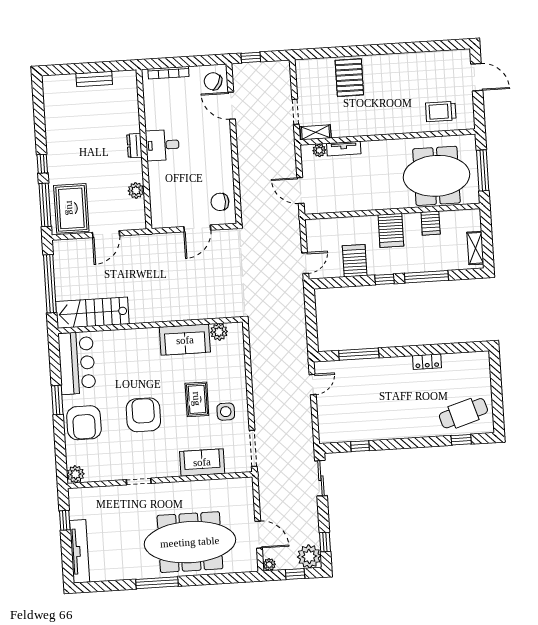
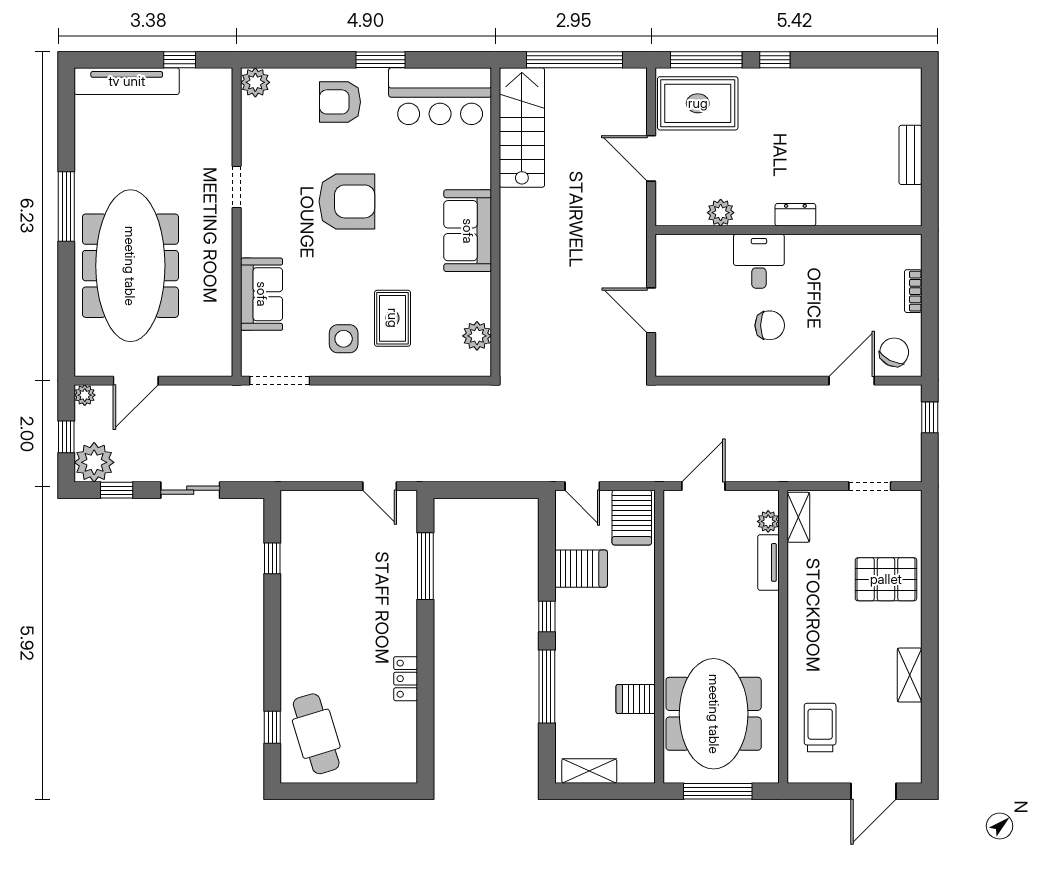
shelving: (406, 60) -> (910, 675), added
bookcase: (168, 73) -> (913, 291), width x0.64
doorway: (296, 112) -> (870, 486), moved
desk: (162, 145) -> (759, 261), moved
chair: (220, 202) -> (770, 325), moved, turned 90
server rack: (391, 230) -> (632, 518), moved, turned -90
sofa: (185, 340) -> (468, 231), moved
rug: (197, 399) -> (393, 318), moved, turned 90
armchair: (84, 423) -> (340, 102), width x0.73, depth x0.73
sliding door: (321, 478) -> (190, 490), moved

